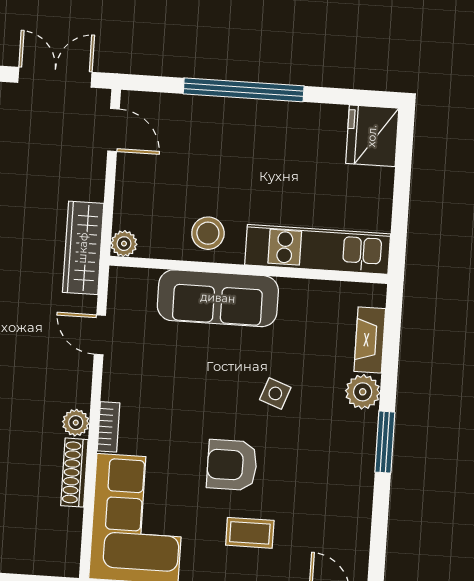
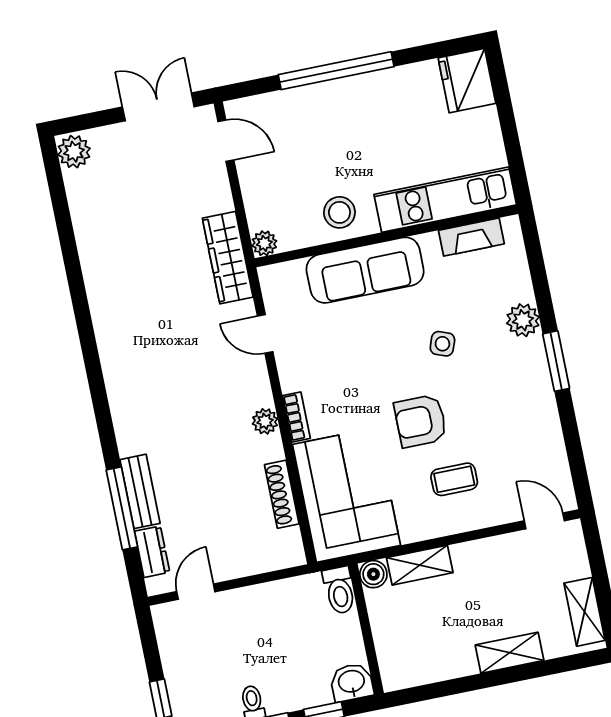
fireplace: (370, 340) -> (471, 237), moved, turned -90
shoe rack: (74, 473) -> (282, 494), moved

